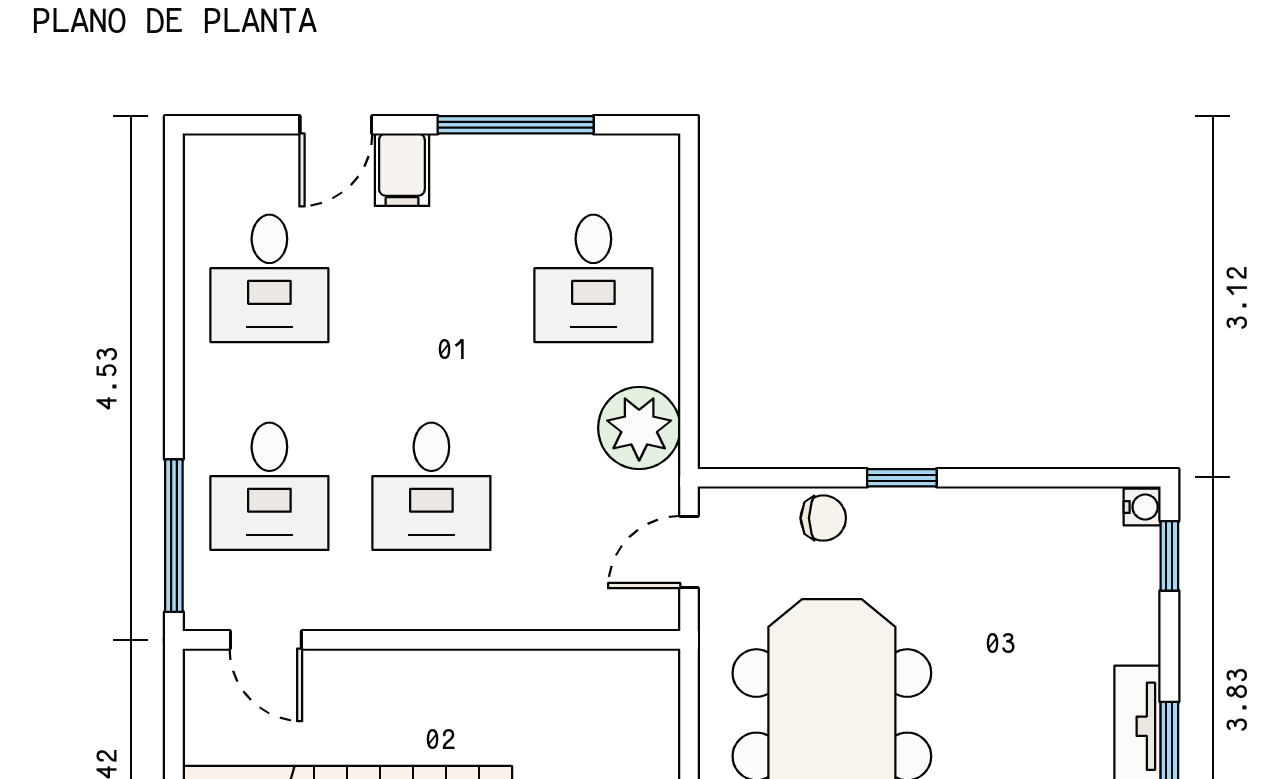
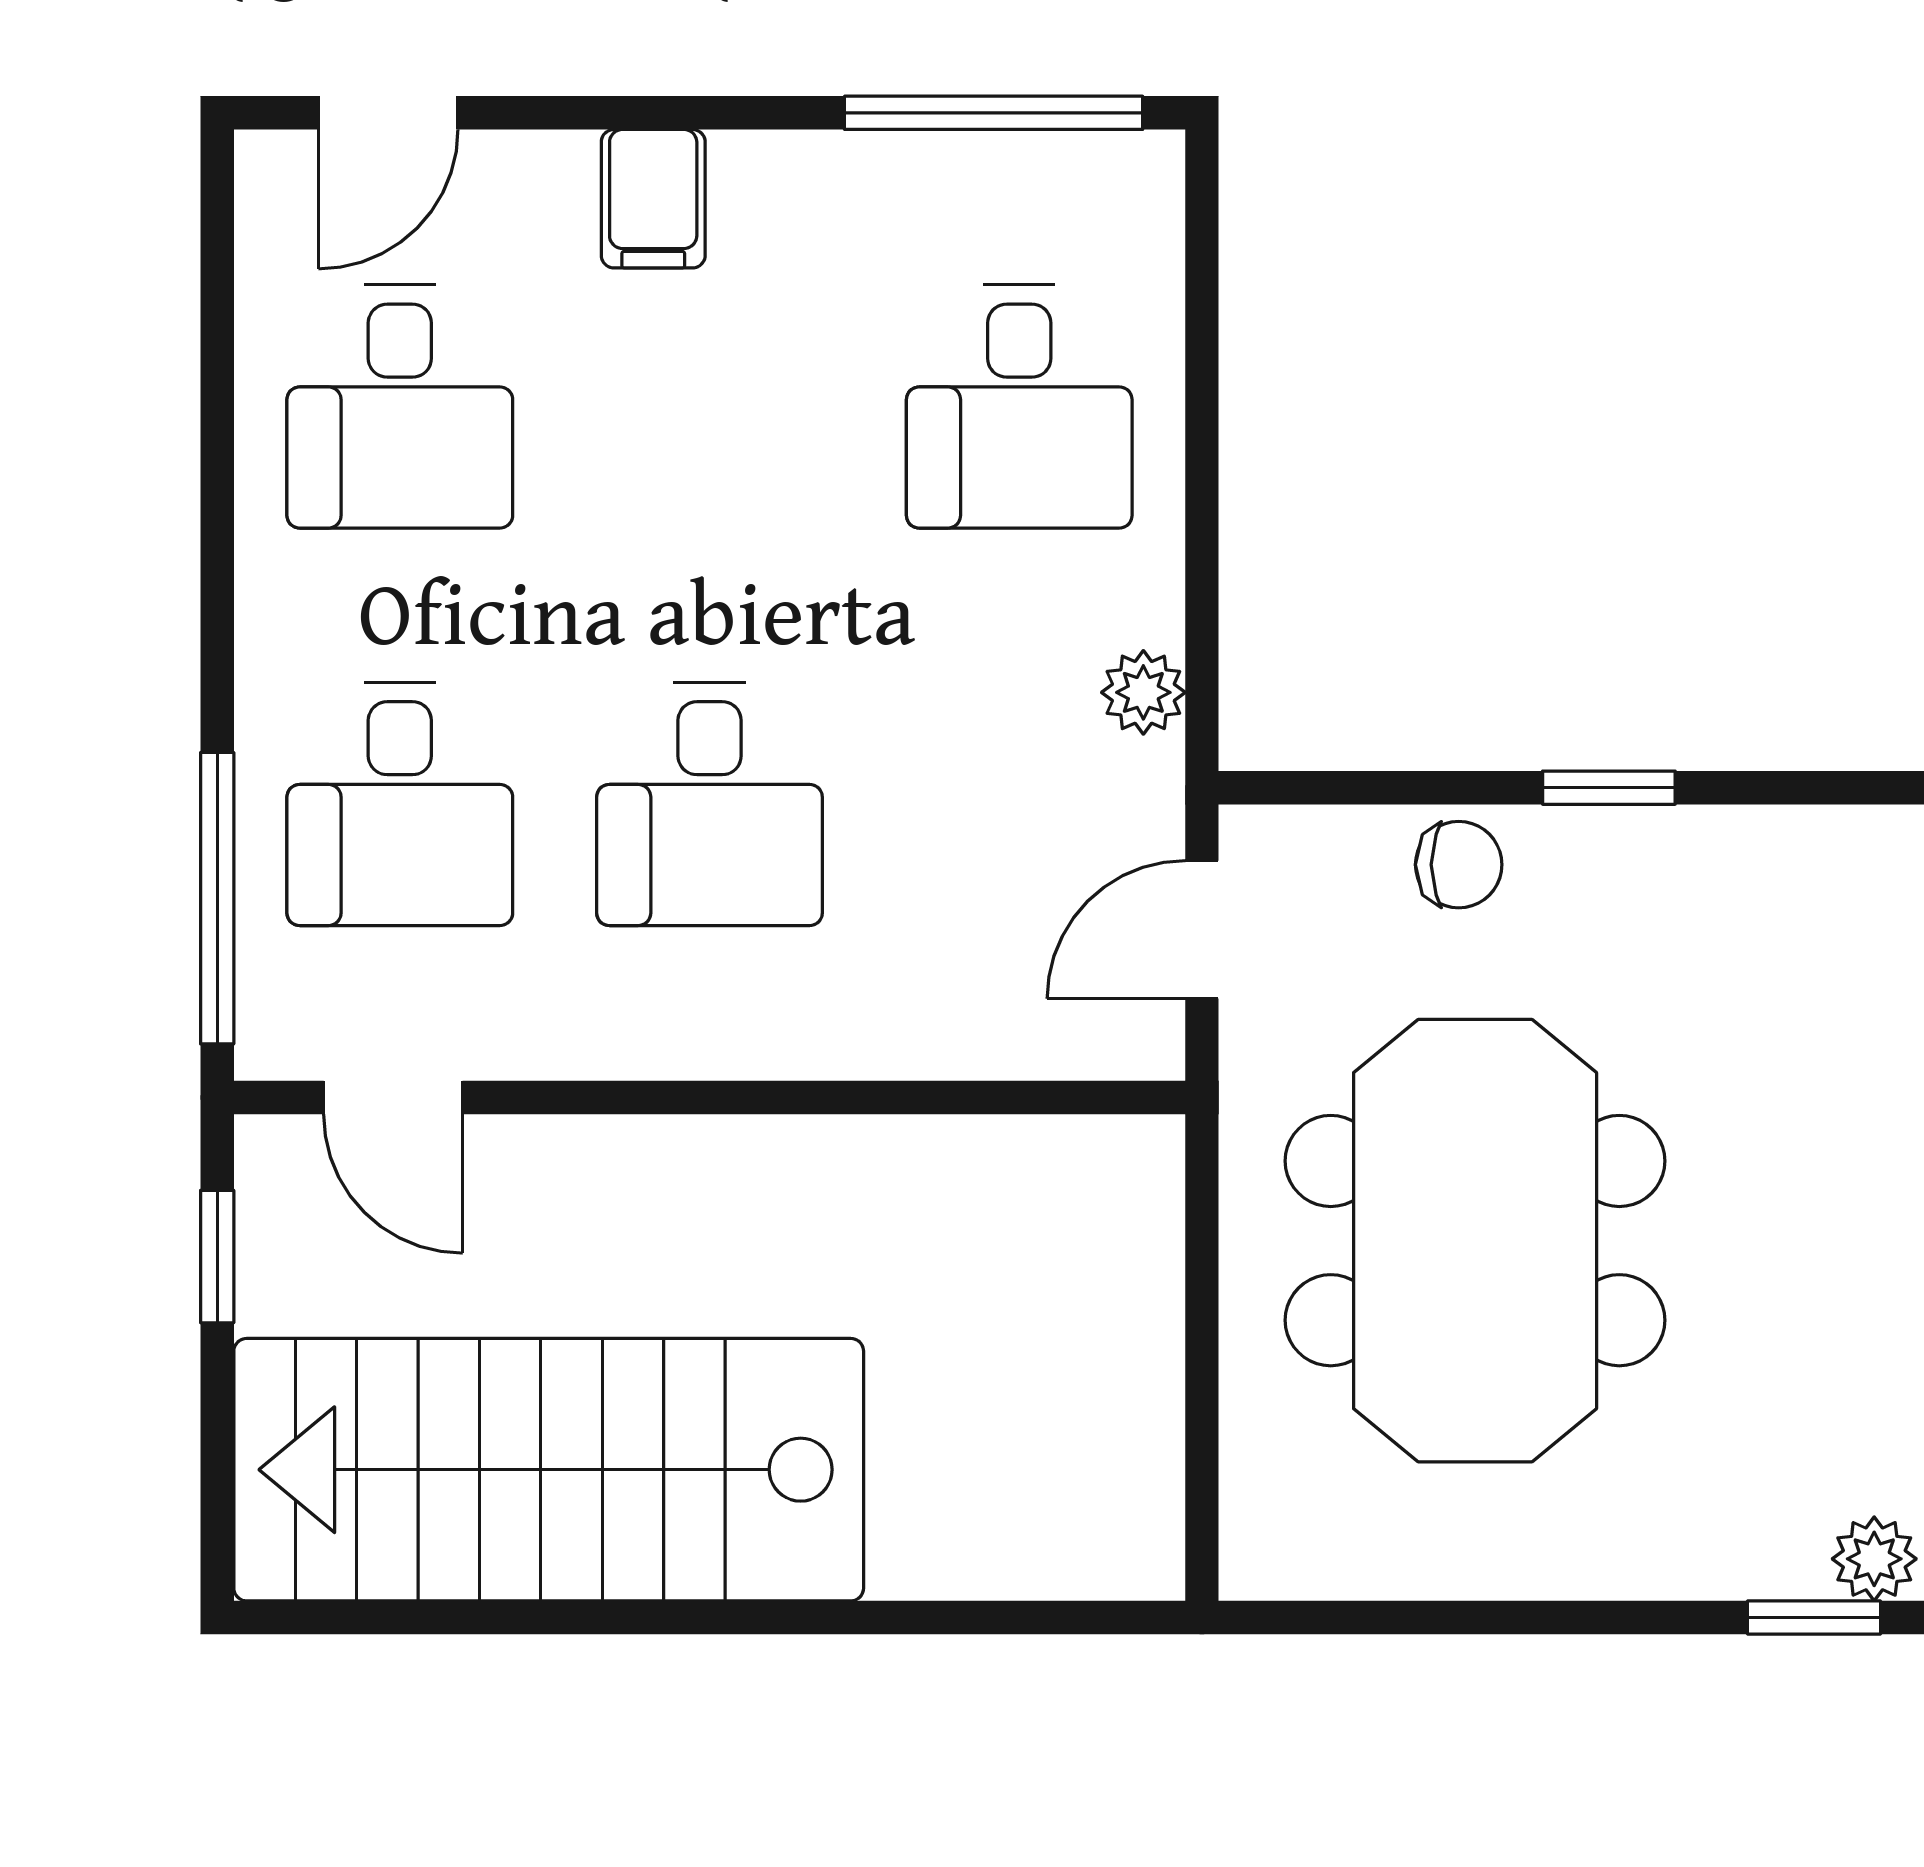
door: (336, 125) -> (388, 113), moved
window: (516, 125) -> (994, 113), moved
plant: (639, 428) -> (1143, 692), width x0.53, depth x0.53
window: (174, 723) -> (217, 1257), added

